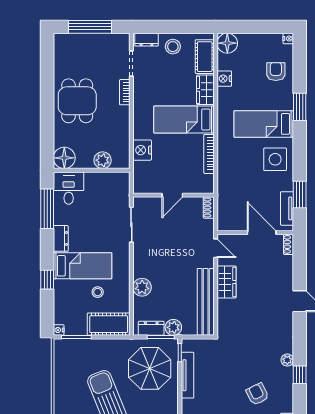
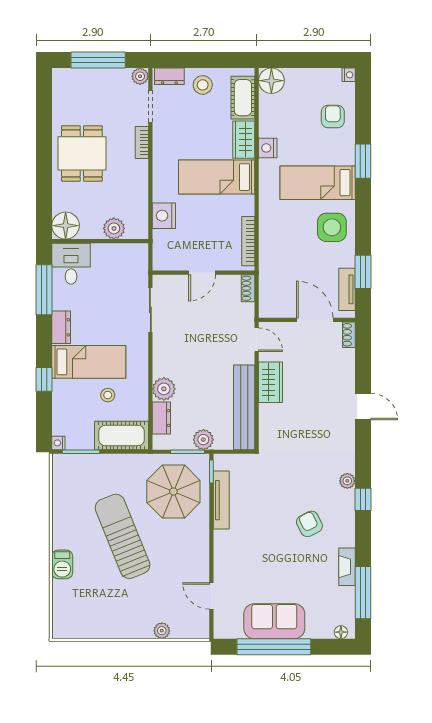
plant: (123, 40) -> (140, 76), added
nightstand: (224, 79) -> (268, 148), moved
bookcase: (209, 154) -> (248, 241), moved
dresser: (151, 328) -> (161, 418), moved, turned 90

